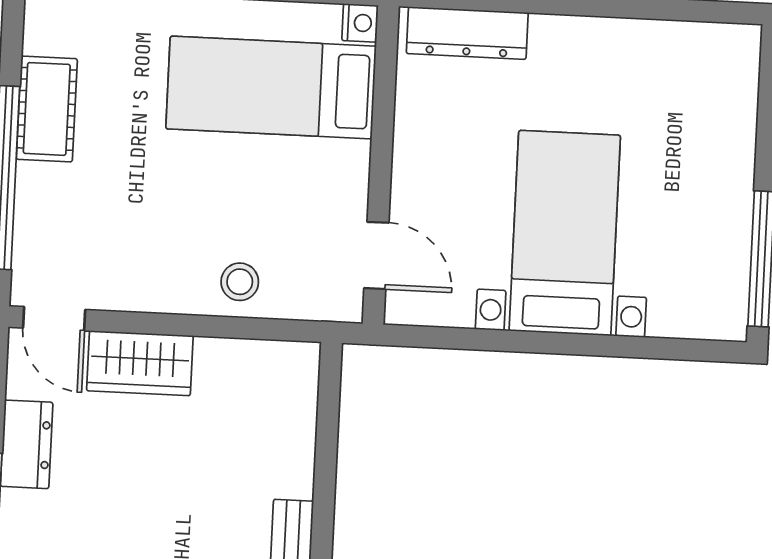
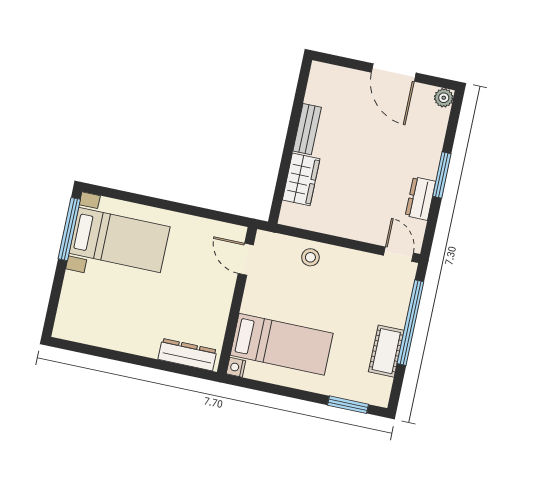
bed with nightstands: (565, 233) -> (119, 240), moved, turned -90
wardrobe: (140, 363) -> (301, 179), moved, turned 90

